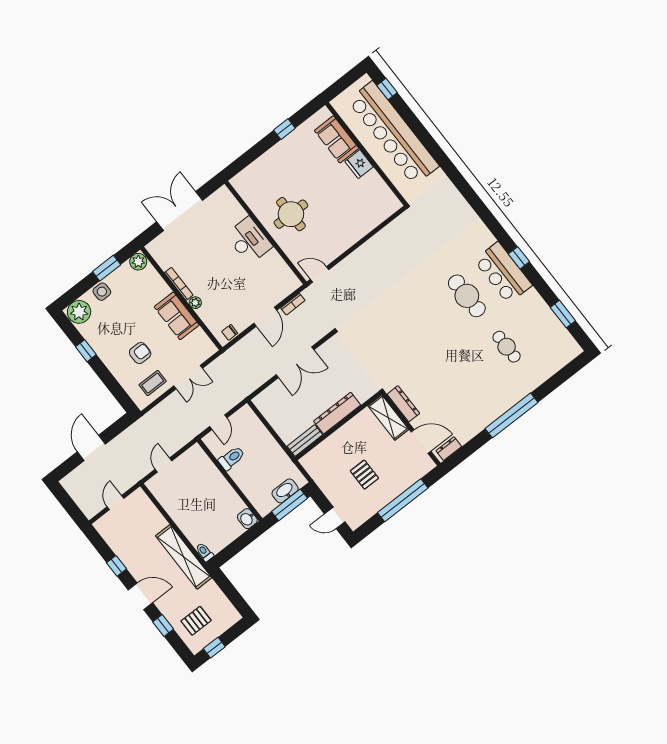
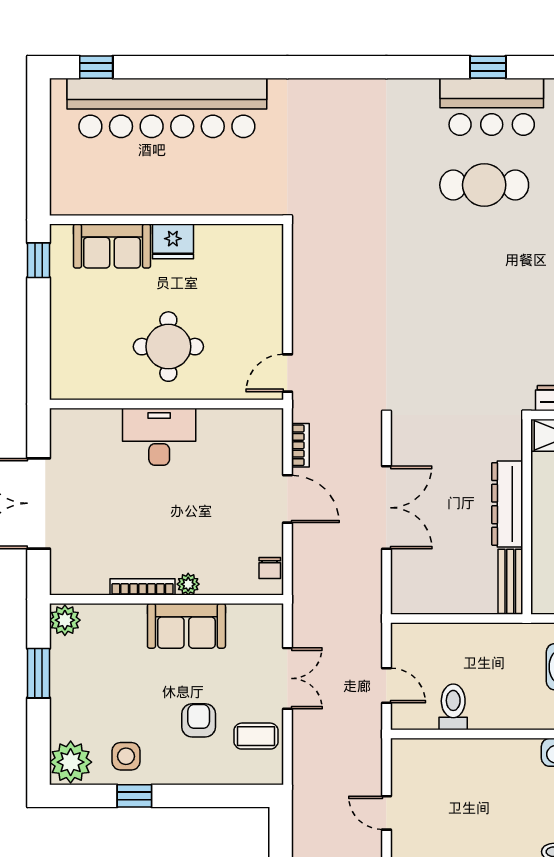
sofa: (337, 139) -> (112, 246), moved
wall: (366, 154) -> (166, 220), moved
fridge: (359, 164) -> (173, 241), moved
side table: (102, 292) -> (126, 756), moved
coffee table: (153, 383) -> (256, 736), turned 90

